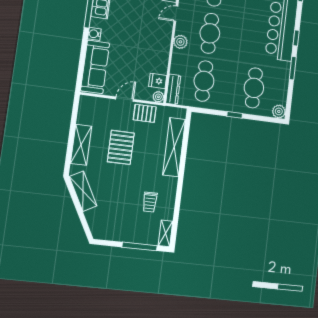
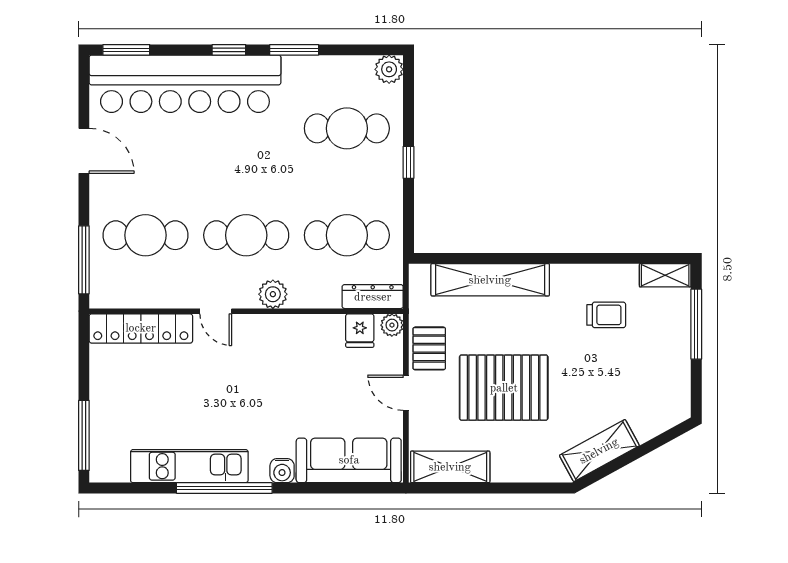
shelving: (81, 145) -> (450, 467), moved
pallet: (121, 147) -> (504, 388), width x1.37, depth x1.41

